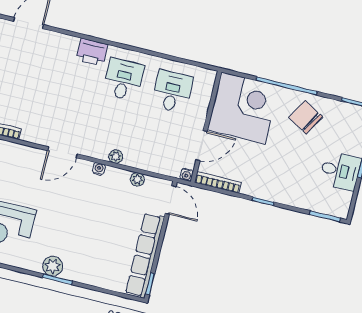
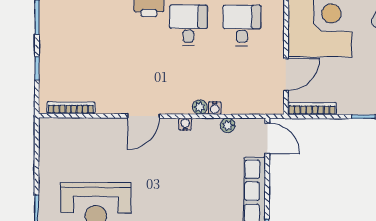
water cooler: (187, 175) -> (215, 108), moved

